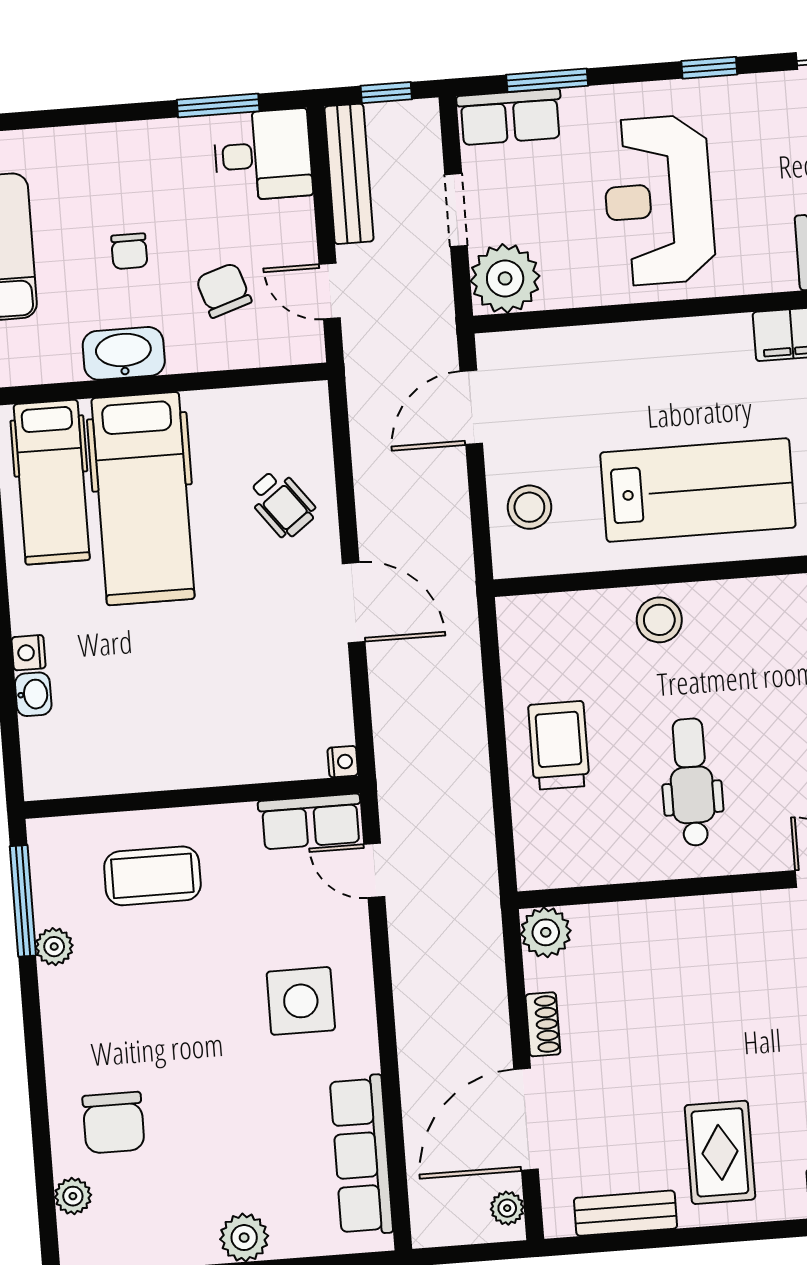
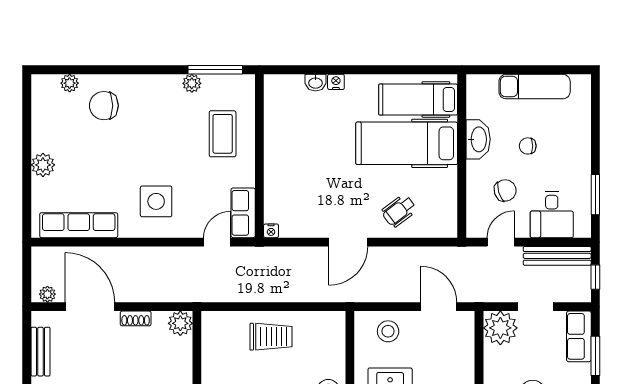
desk: (263, 155) -> (552, 215), moved

